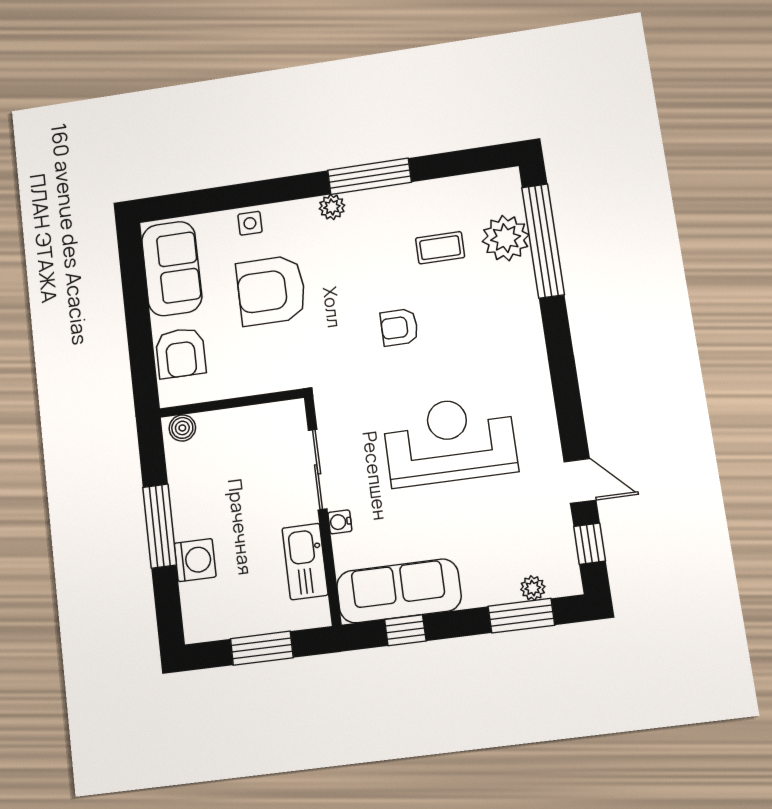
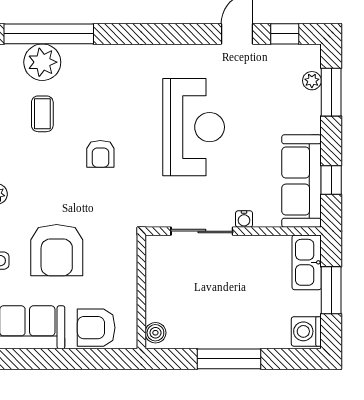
armchair: (181, 353) -> (96, 328), turned 180
reception desk: (450, 441) -> (194, 127), turned 180
washing machine: (195, 560) -> (306, 331), moved, turned -90
kitchen sink: (305, 562) -> (307, 262), moved, turned 90

